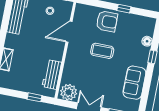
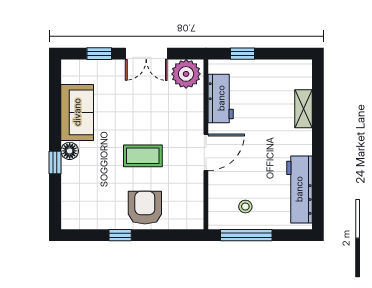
armchair: (107, 21) -> (145, 208), turned 90
door: (69, 32) -> (206, 152), moved
floor lamp: (147, 41) -> (70, 151), moved

